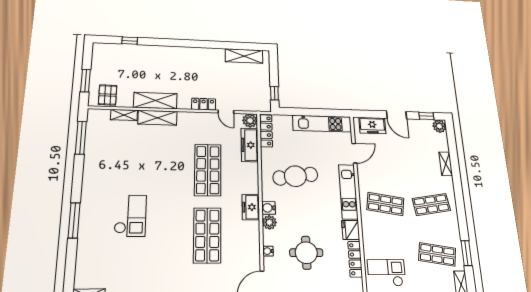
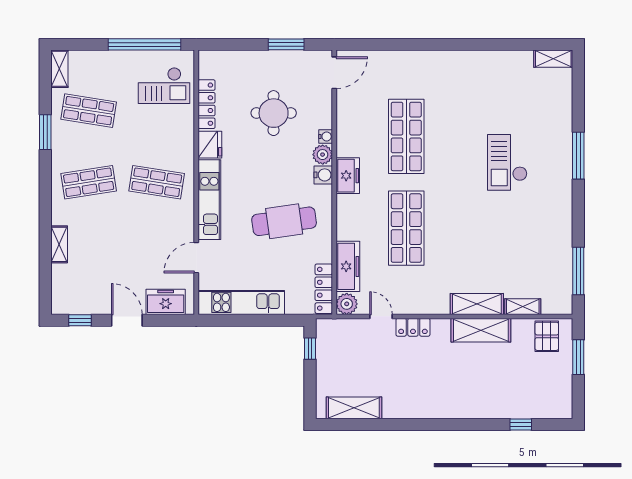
plant: (439, 126) -> (61, 304), removed
water cooler: (268, 251) -> (326, 136), moved
window: (467, 253) -> (45, 132), moved

